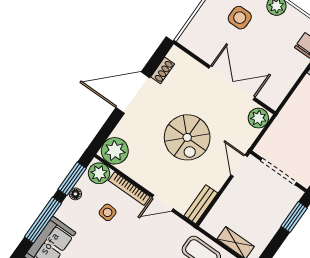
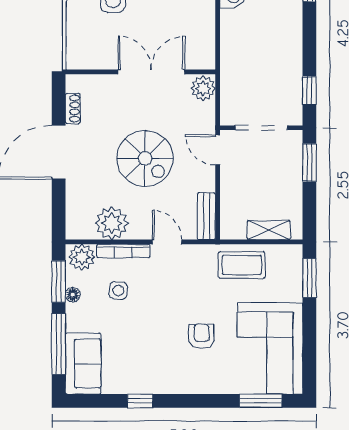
plant: (115, 151) -> (112, 223), moved
door: (163, 203) -> (167, 242), swing flipped

